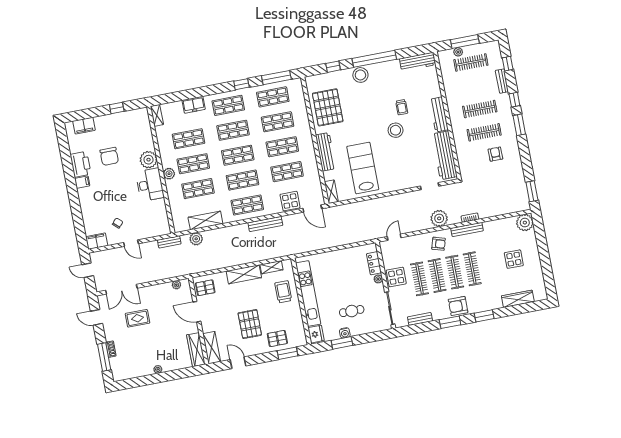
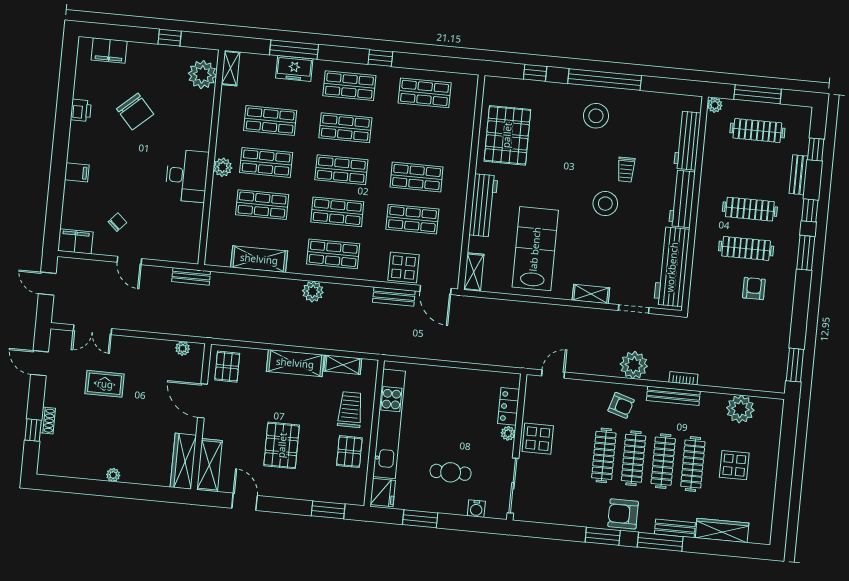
plant: (458, 52) -> (715, 105), moved
workbench: (418, 62) -> (687, 141), moved, turned 90
stool: (360, 75) -> (596, 116), moved
window: (276, 78) -> (294, 50), moved
shop shelf: (278, 122) -> (421, 135), removed
chair: (109, 156) -> (135, 112), turned -42
plant: (149, 160) -> (202, 75), moved
printer: (80, 164) -> (81, 110), width x0.53, depth x0.68
filing cabinet: (82, 182) -> (77, 172), moved
shelving: (403, 185) -> (591, 294), added
plant: (525, 223) -> (740, 409), moved
bench: (265, 224) -> (394, 297), moved, width x0.73
plant: (196, 239) -> (313, 292), moved
clothes rail: (420, 279) -> (693, 464), moved
pallet: (205, 288) -> (227, 367), turned 90
double door: (121, 289) -> (92, 330), width x0.73
window: (484, 316) -> (660, 542), width x1.44
bench: (420, 319) -> (675, 528), moved
water cooler: (345, 333) -> (476, 509), moved
pallet: (277, 338) -> (349, 452), moved, turned 90
window: (104, 357) -> (33, 430), width x0.46

